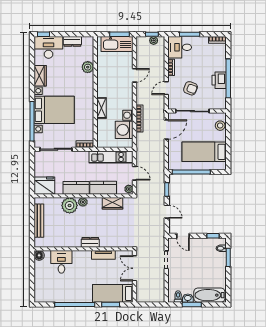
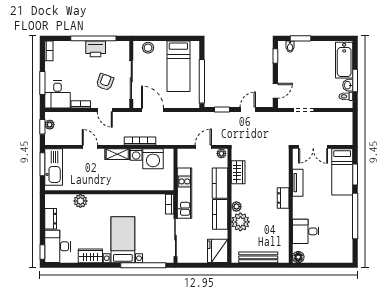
shelving: (101, 108) -> (117, 154), moved
bed with nightstands: (54, 110) -> (123, 240), width x0.73
kitchen unit: (111, 157) -> (184, 193), moved

